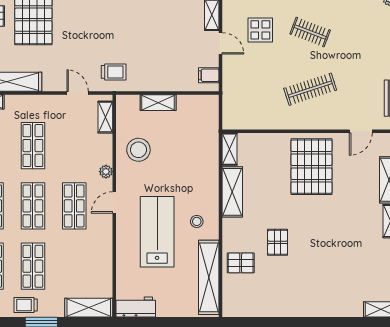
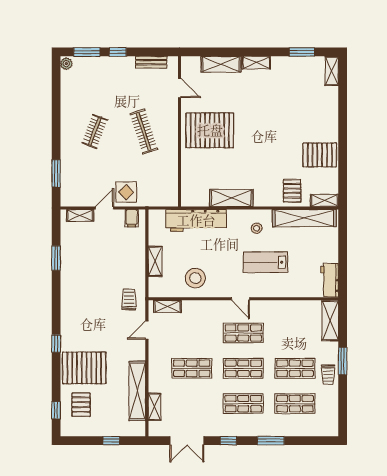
display table: (260, 30) -> (126, 192), moved
shelving: (229, 149) -> (324, 200), moved
workbench: (206, 151) -> (196, 220), added
plant: (106, 172) -> (214, 306), removed
lab bench: (157, 232) -> (265, 262), width x0.73, depth x0.72
pallet: (278, 242) -> (320, 155), moved, width x1.50, depth x1.42

